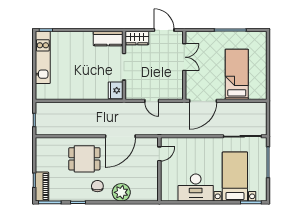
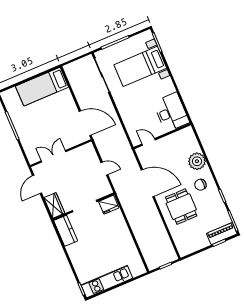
bed: (237, 74) -> (42, 87), moved
door: (152, 101) -> (104, 169), hinge flipped
desk: (196, 187) -> (171, 112), moved

